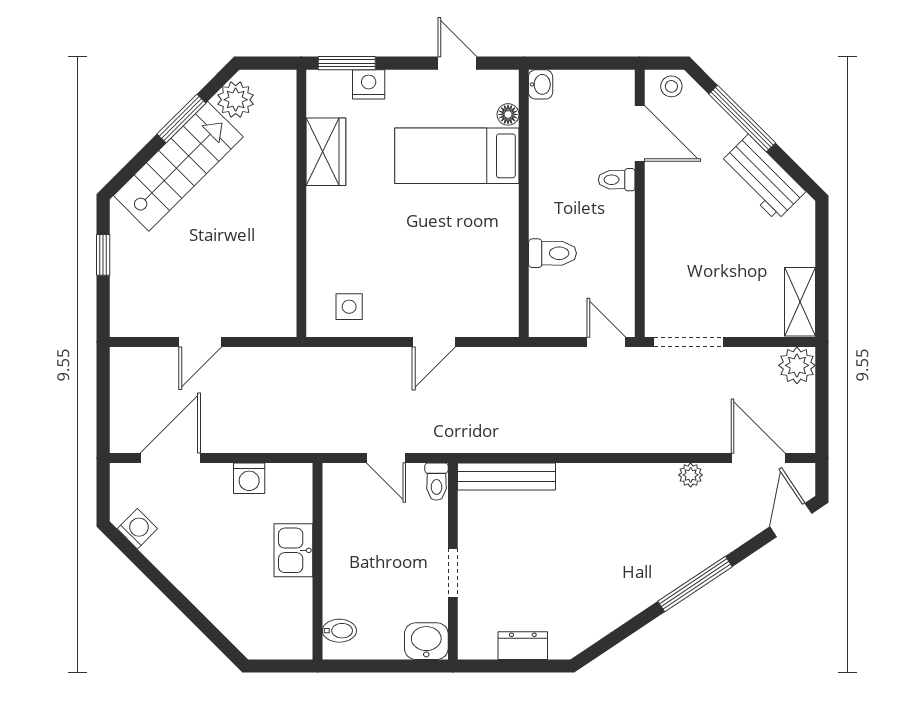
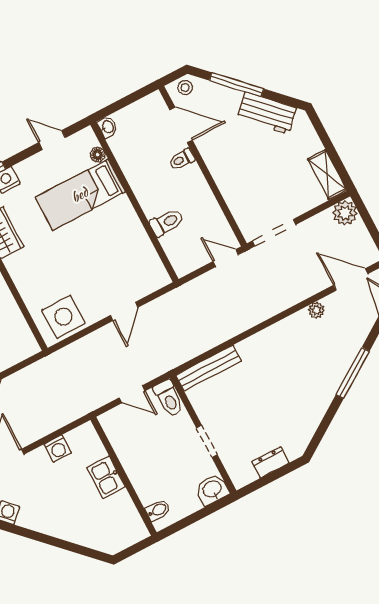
side table: (349, 307) -> (64, 317), width x1.87, depth x1.87
toilet: (436, 482) -> (169, 398), width x1.37, depth x1.39

